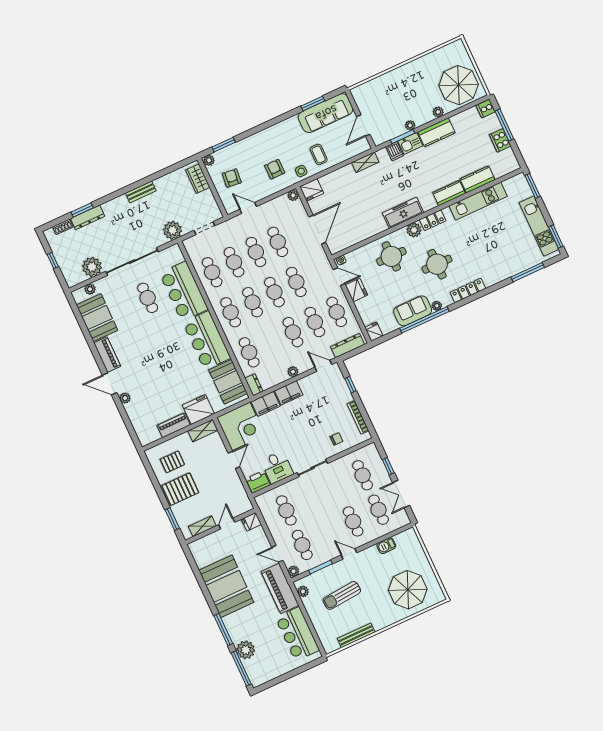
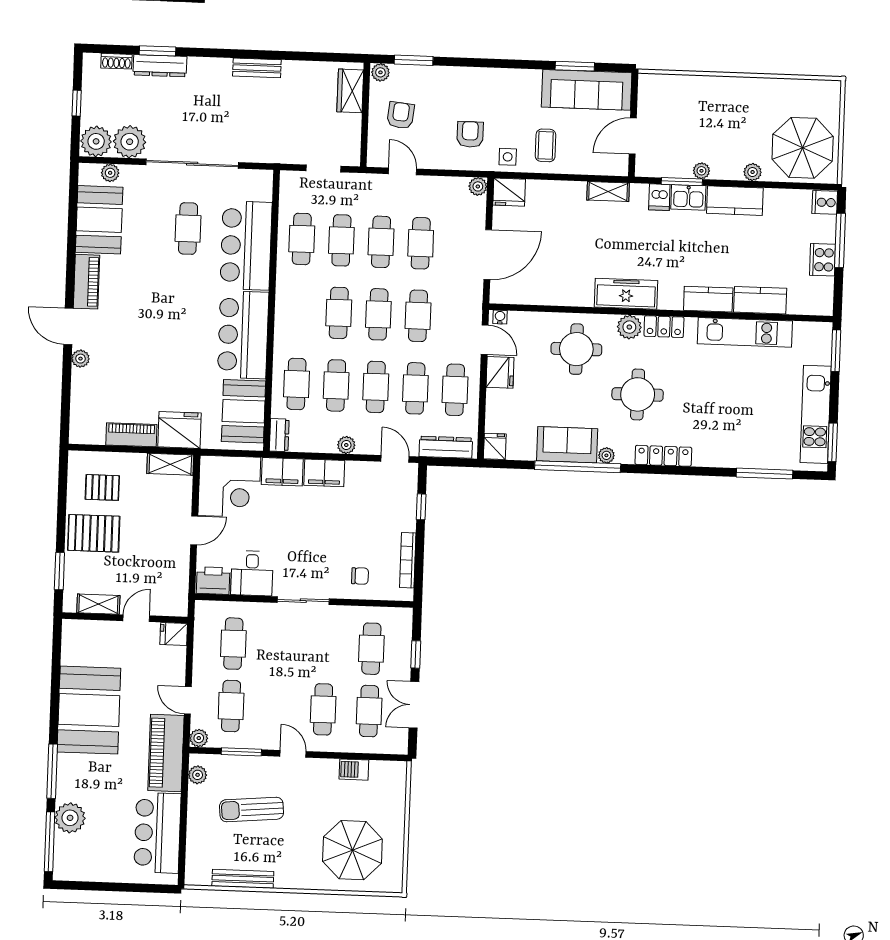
plant: (173, 230) -> (96, 141), moved
cafe table: (231, 312) -> (336, 385), moved

